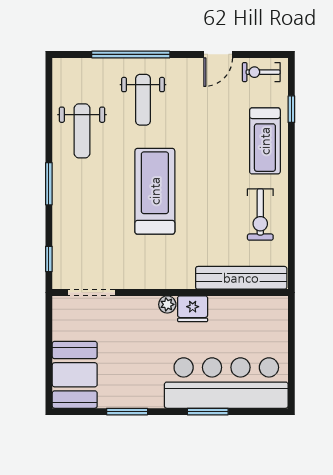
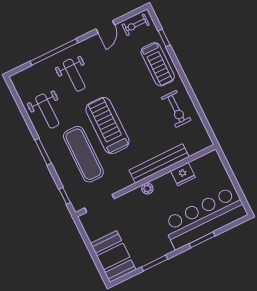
exercise mat: (103, 214) -> (83, 154), added
bench: (241, 278) -> (159, 163), moved
fridge: (193, 309) -> (183, 174), moved

